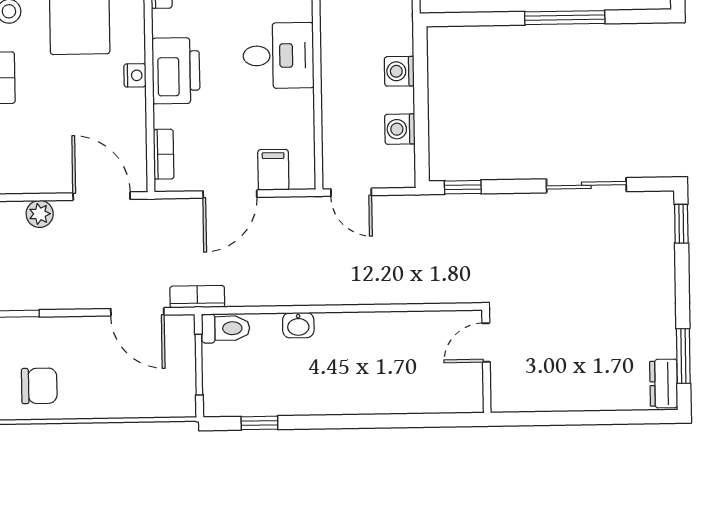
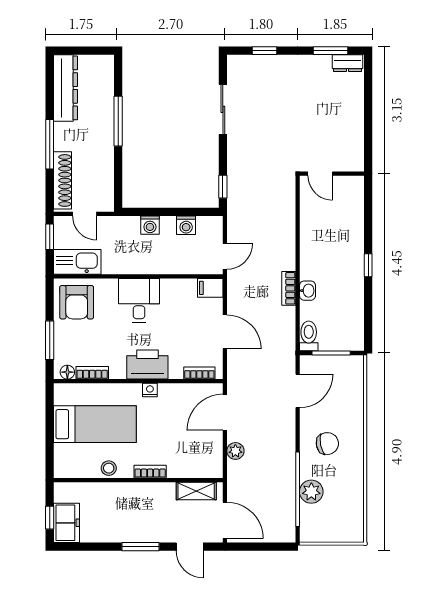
filing cabinet: (273, 170) -> (210, 288), moved
window: (681, 224) -> (265, 51), moved
bookcase: (197, 297) -> (289, 288), moved
chair: (39, 386) -> (327, 444), moved, turned 79
window: (259, 423) -> (368, 265), moved

